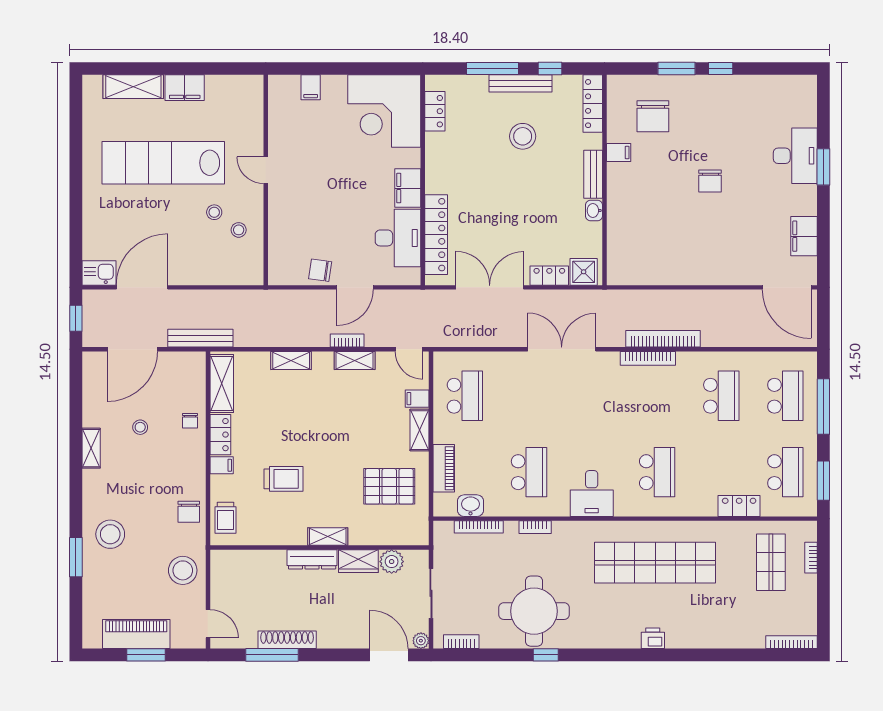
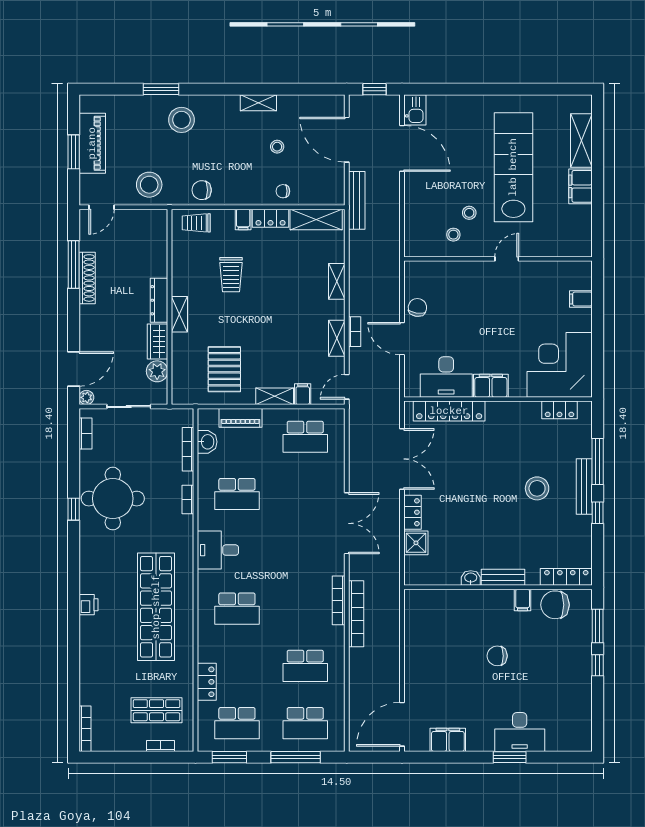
locker: (593, 104) -> (566, 577), moved
filing cabinet: (619, 152) -> (523, 600), moved
bench: (593, 174) -> (503, 577), moved
wall: (604, 180) -> (498, 587), moved
washbasin: (594, 210) -> (471, 578), moved

